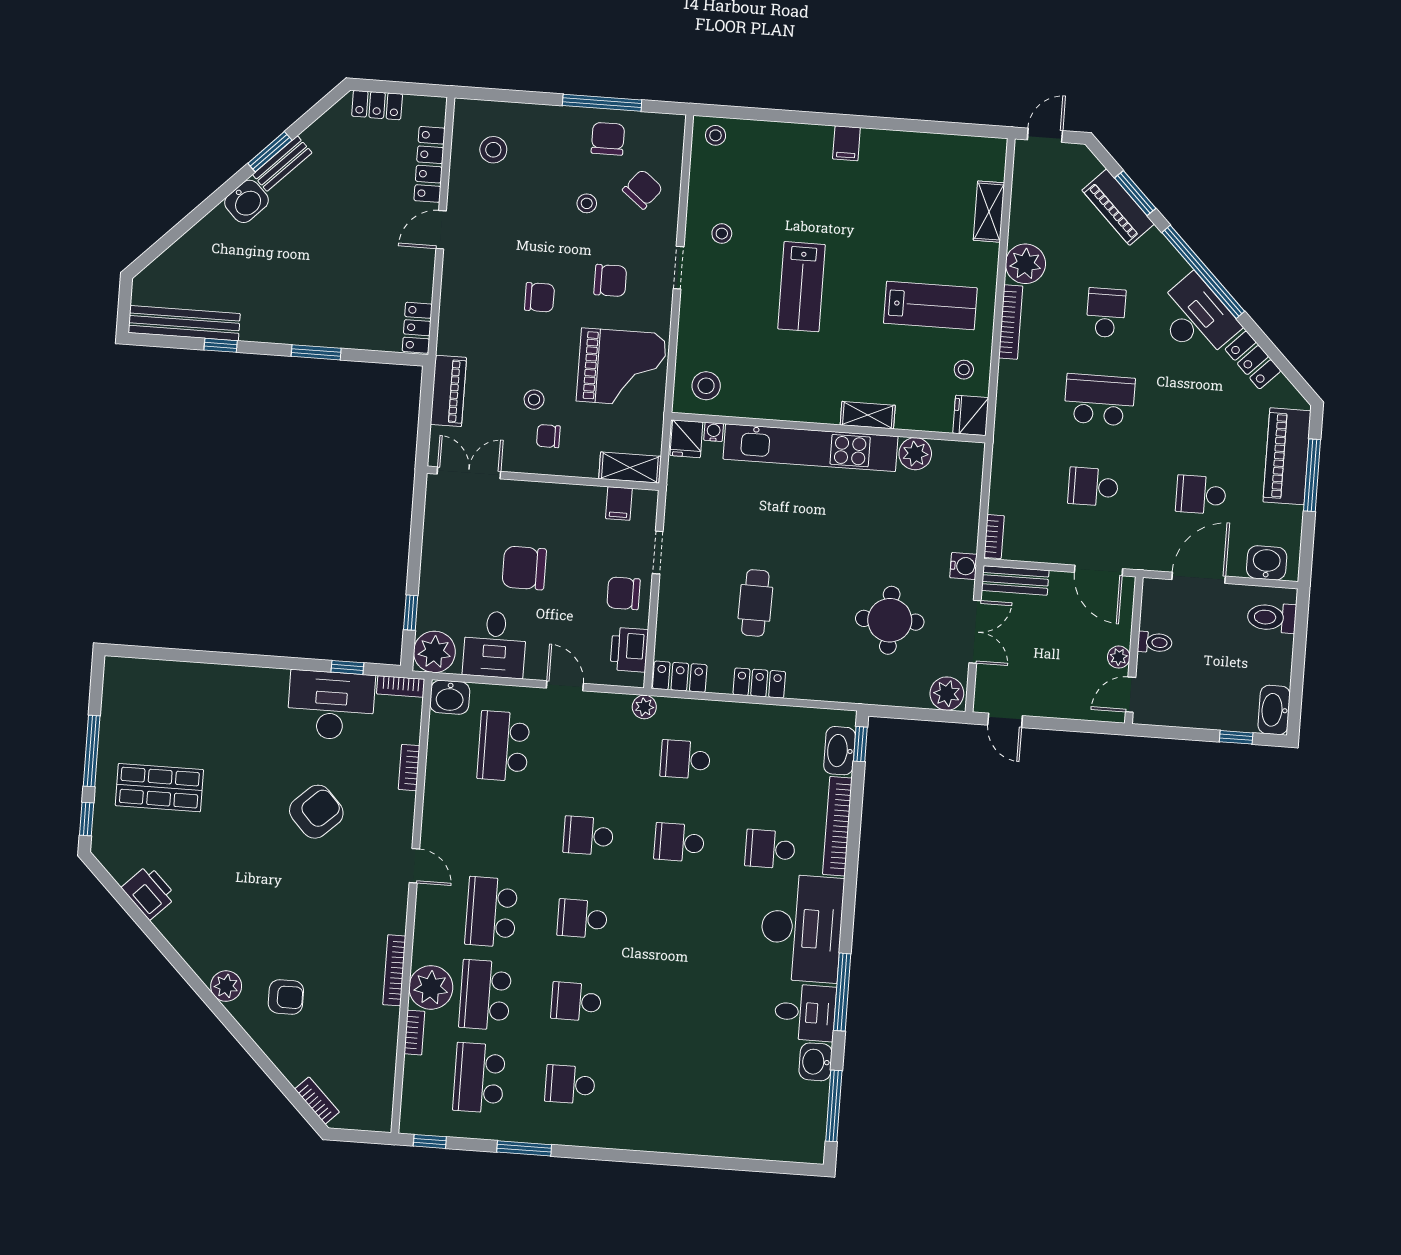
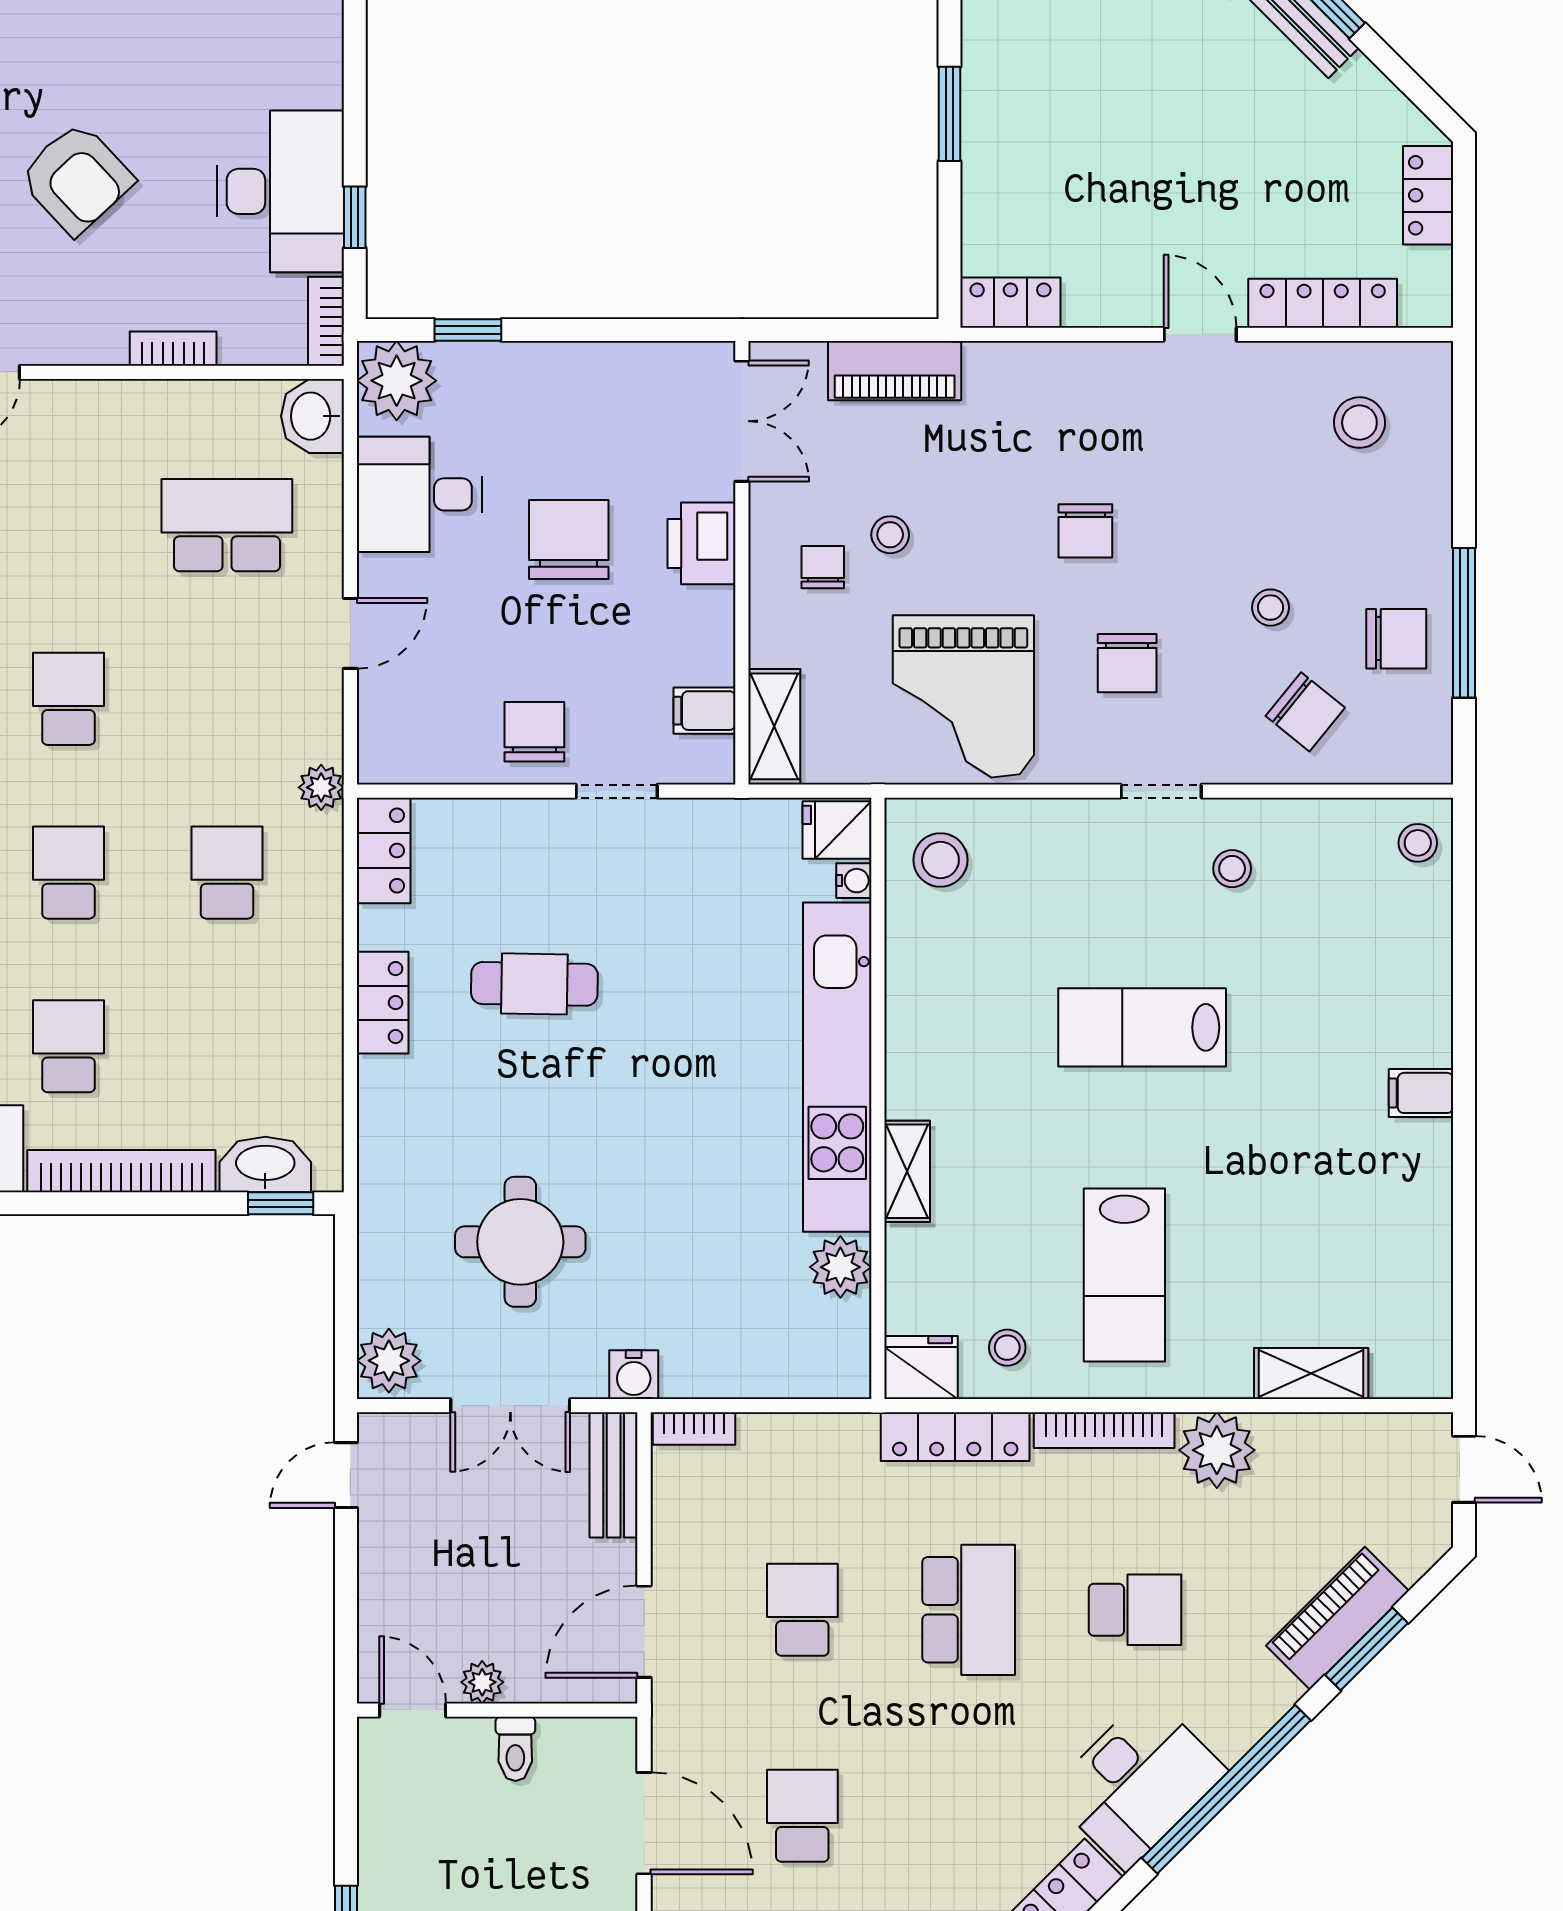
locker: (1008, 400) -> (955, 1437), added
printer: (629, 650) -> (702, 543), moved, turned -90

